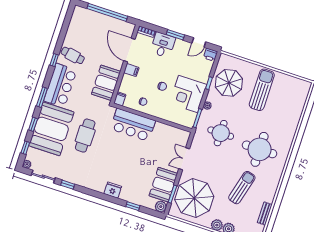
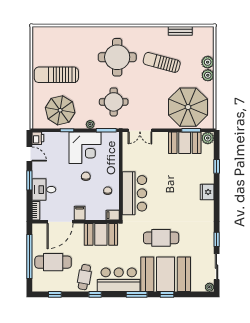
cafe table: (95, 32) -> (53, 262), added
window: (25, 148) -> (55, 294), moved
double door: (184, 159) -> (140, 130), moved

